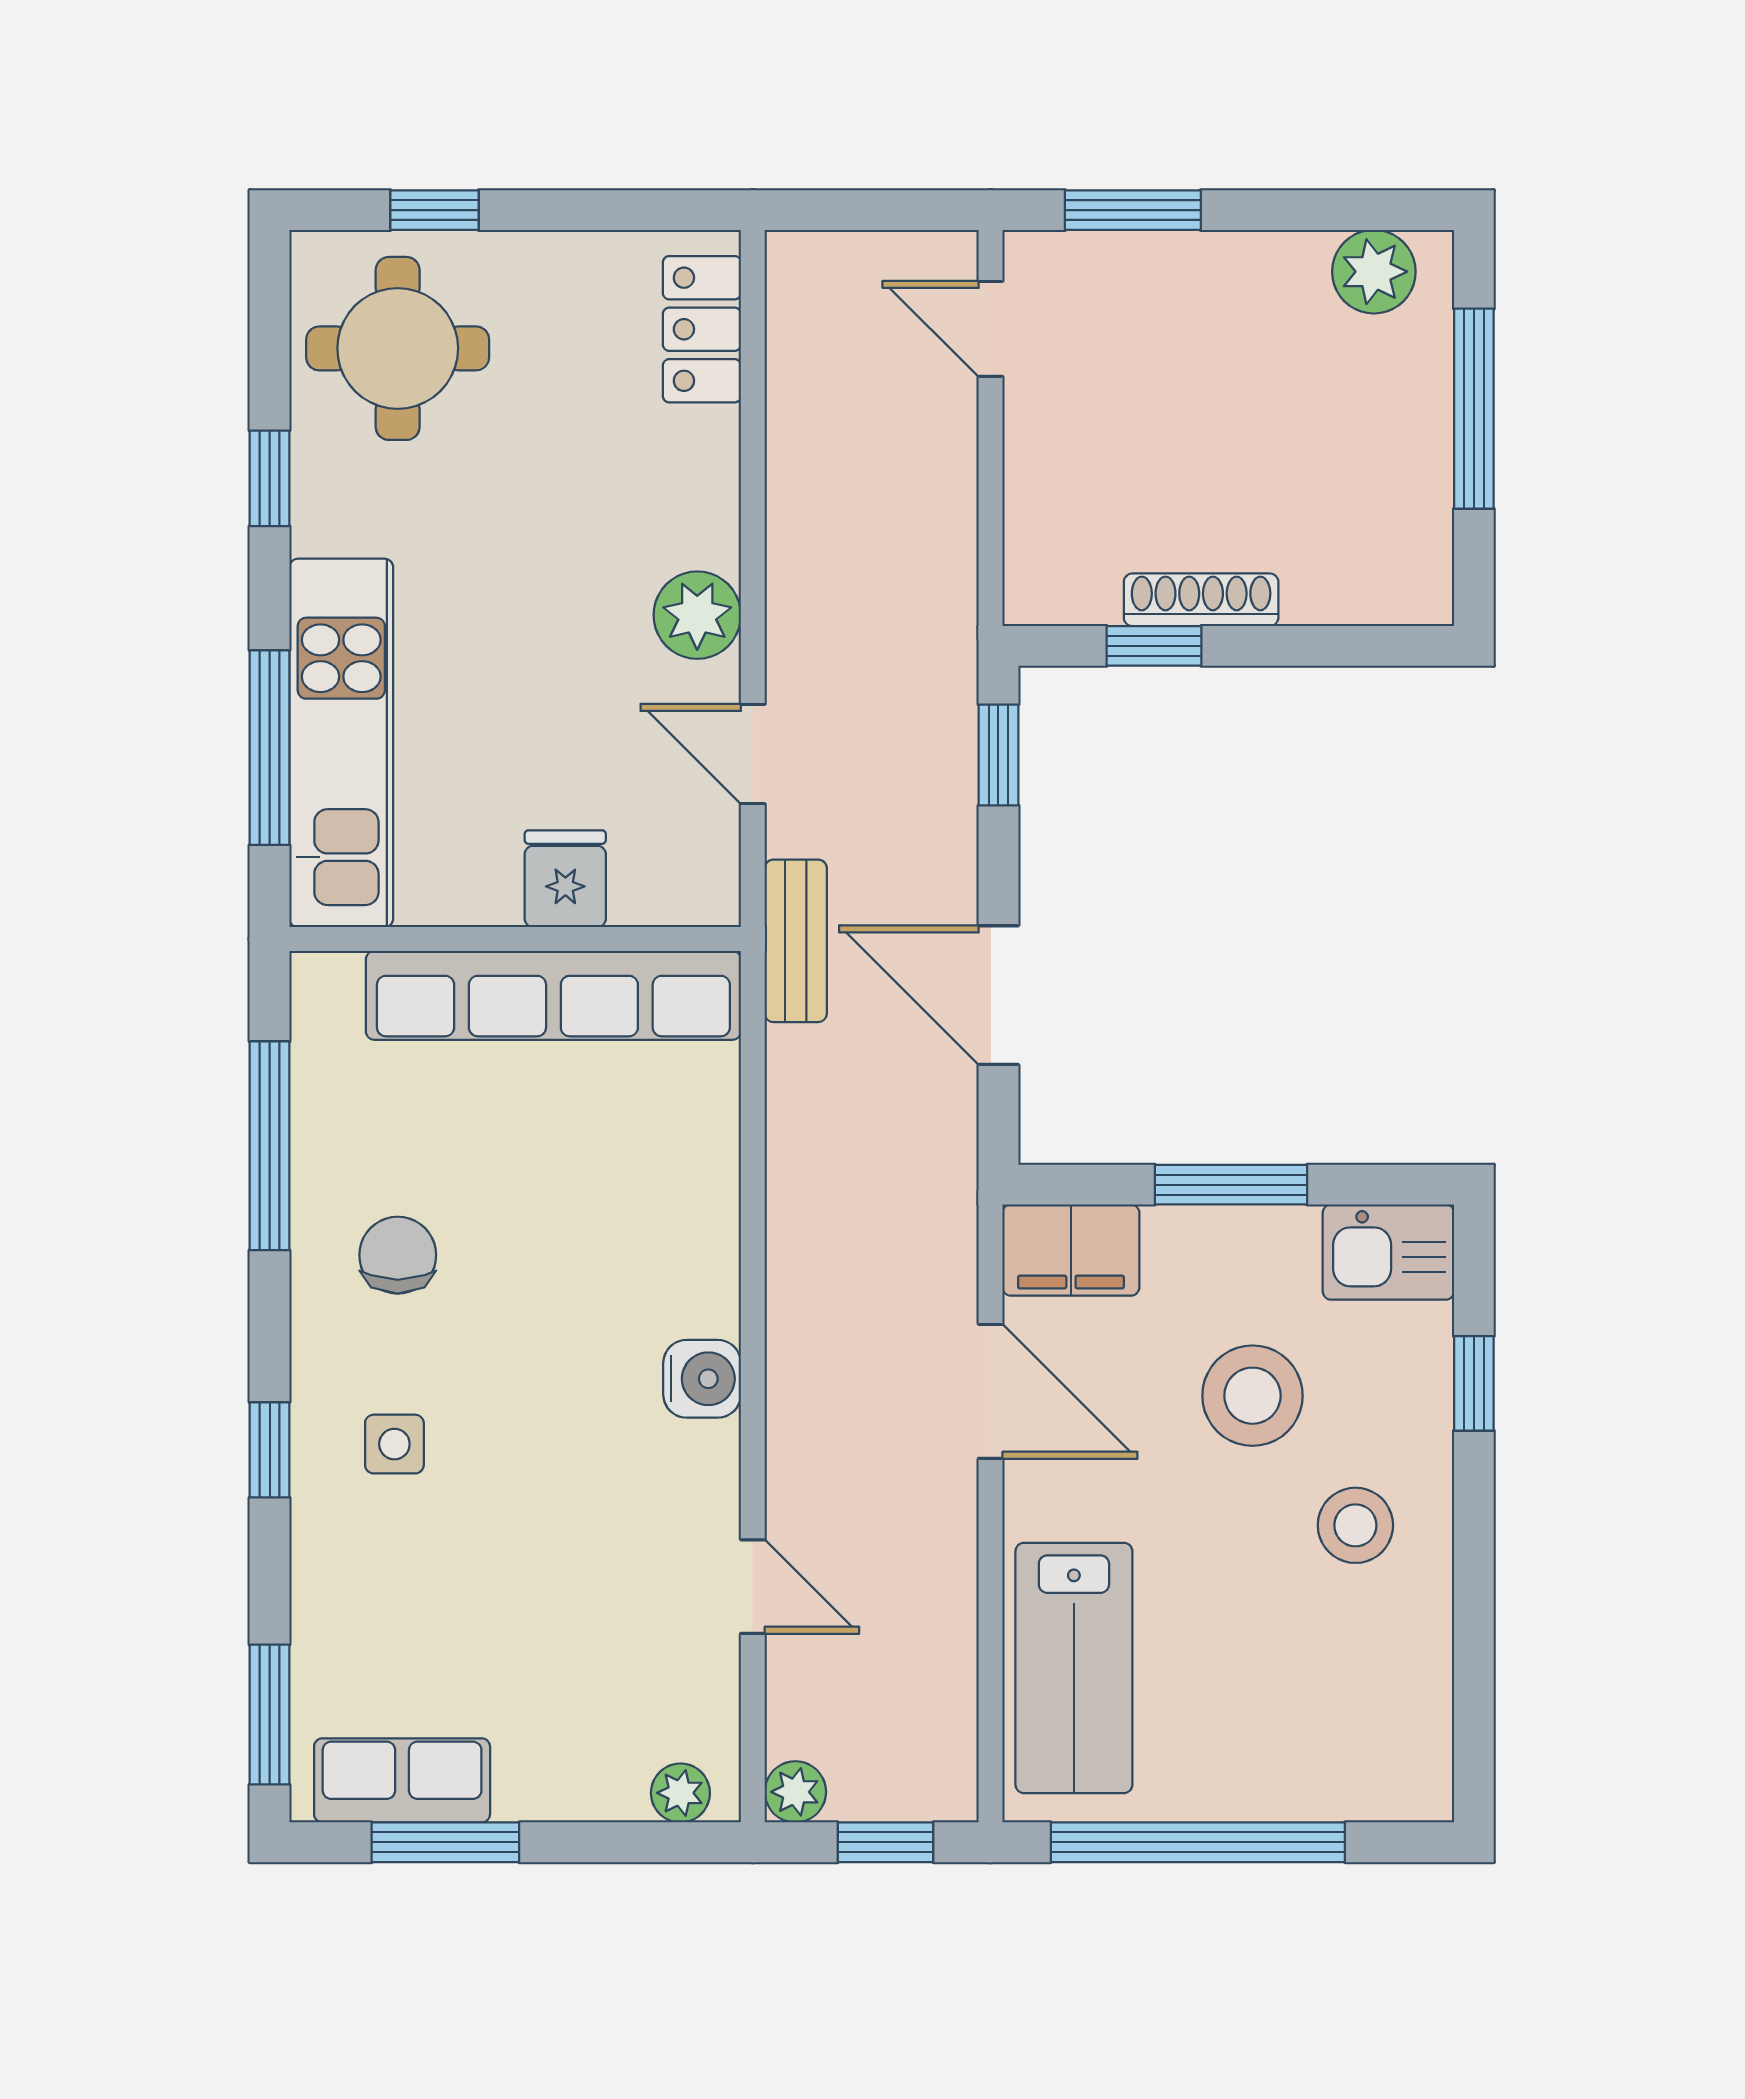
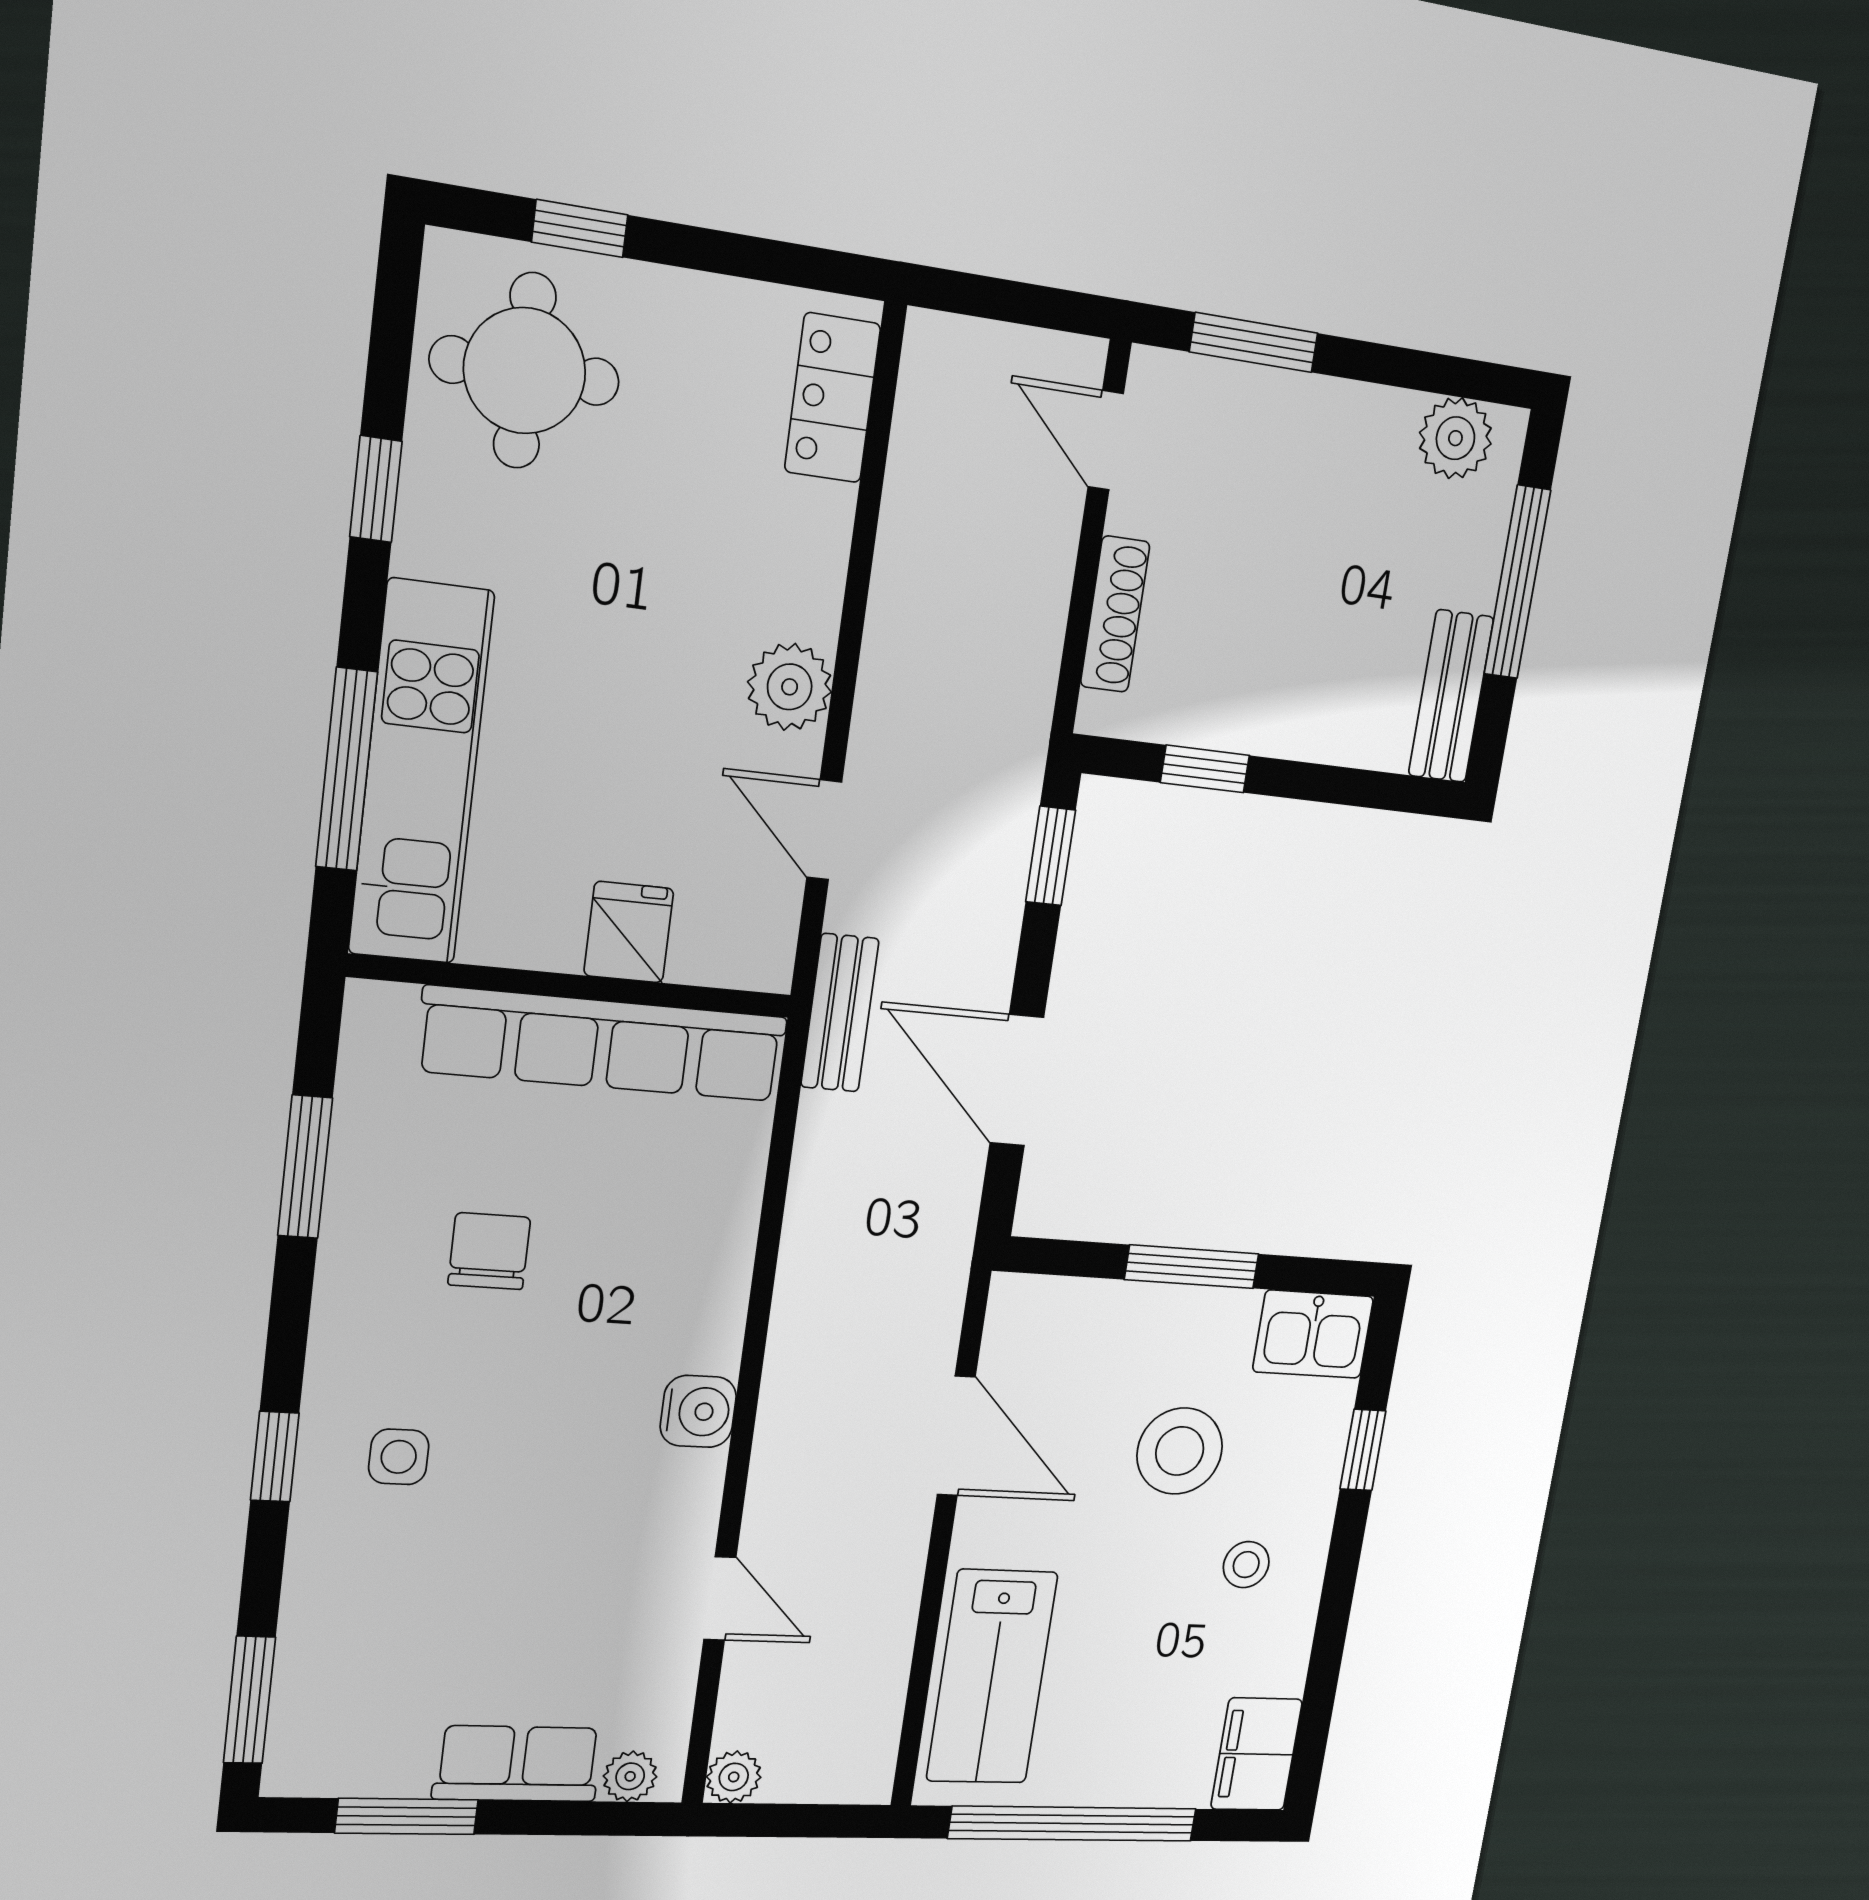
bench: (1420, 537) -> (1451, 696), added
shoe rack: (1201, 600) -> (1115, 614), moved, turned 90
window: (270, 1146) -> (305, 1167), width x0.69
filing cabinet: (1071, 1250) -> (1257, 1754), moved, turned 90
chair: (398, 1255) -> (489, 1251), moved
stool: (1355, 1525) -> (1246, 1565), width x0.73, depth x0.73
row of seats: (402, 1780) -> (518, 1764), moved
window: (886, 1842) -> (807, 1821), removed

